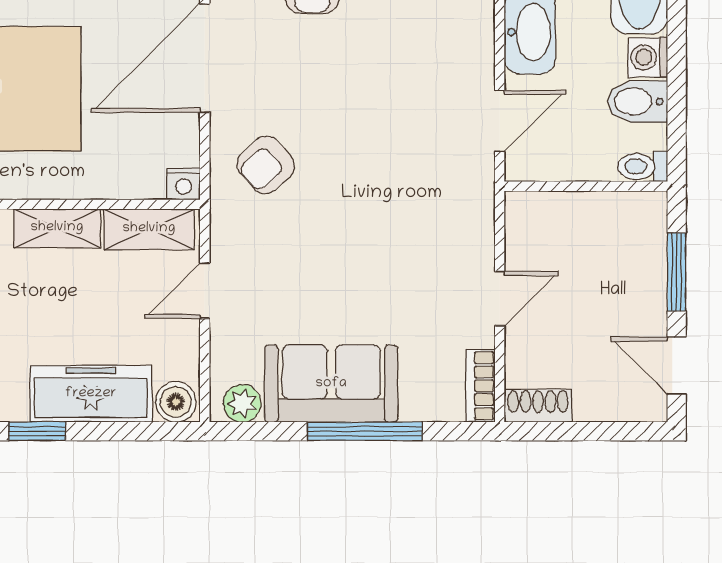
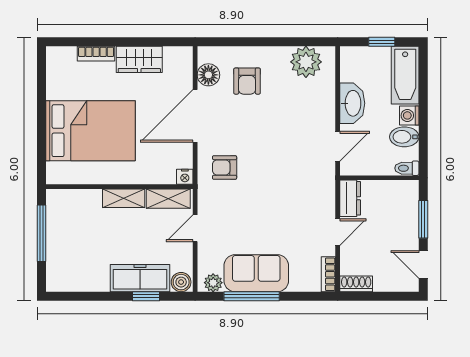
armchair: (266, 165) -> (225, 167), turned 42
dresser: (525, 229) -> (350, 198), added
window: (37, 431) -> (146, 296), moved
window: (365, 431) -> (252, 296), moved

